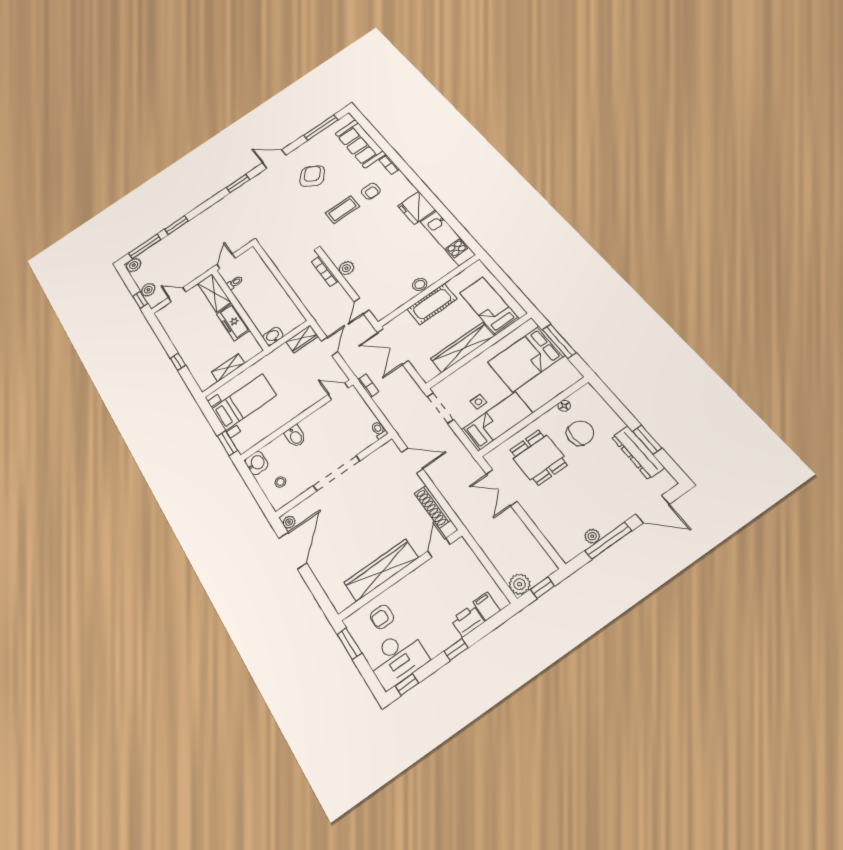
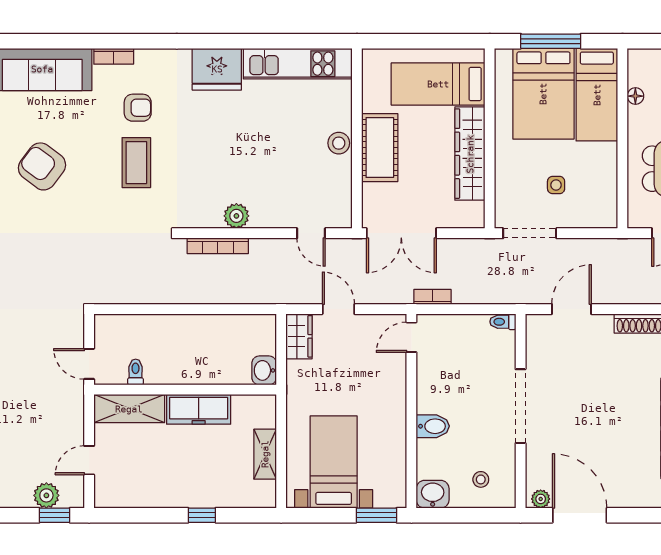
bed: (497, 421) -> (597, 95), moved, turned 180

